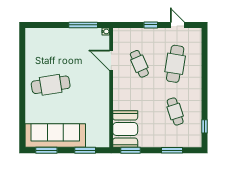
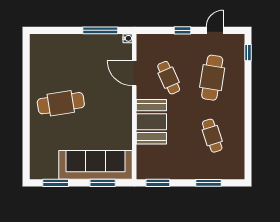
door: (177, 25) -> (215, 30), hinge flipped
window: (205, 126) -> (248, 53), moved
booth: (125, 129) -> (151, 122), moved
sofa: (55, 135) -> (95, 165), moved

